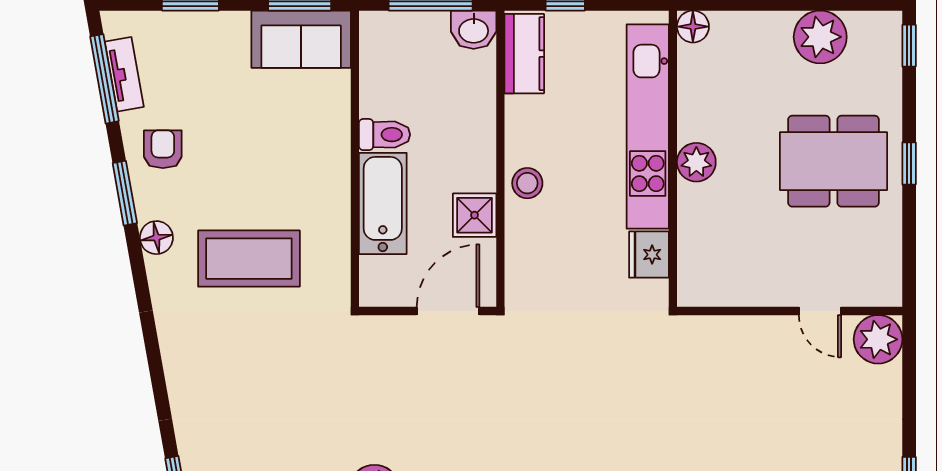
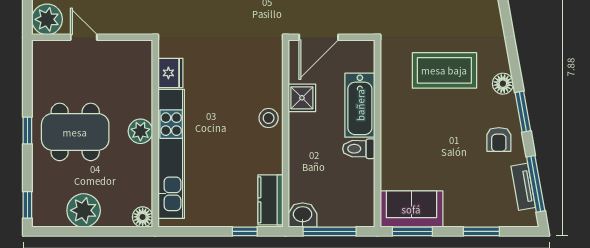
floor lamp: (693, 27) -> (143, 217), moved
kitchen unit: (648, 126) -> (171, 154), moved
wall: (673, 159) -> (155, 133), moved
plant: (696, 162) -> (140, 131), moved
fridge: (649, 255) -> (170, 73), moved

